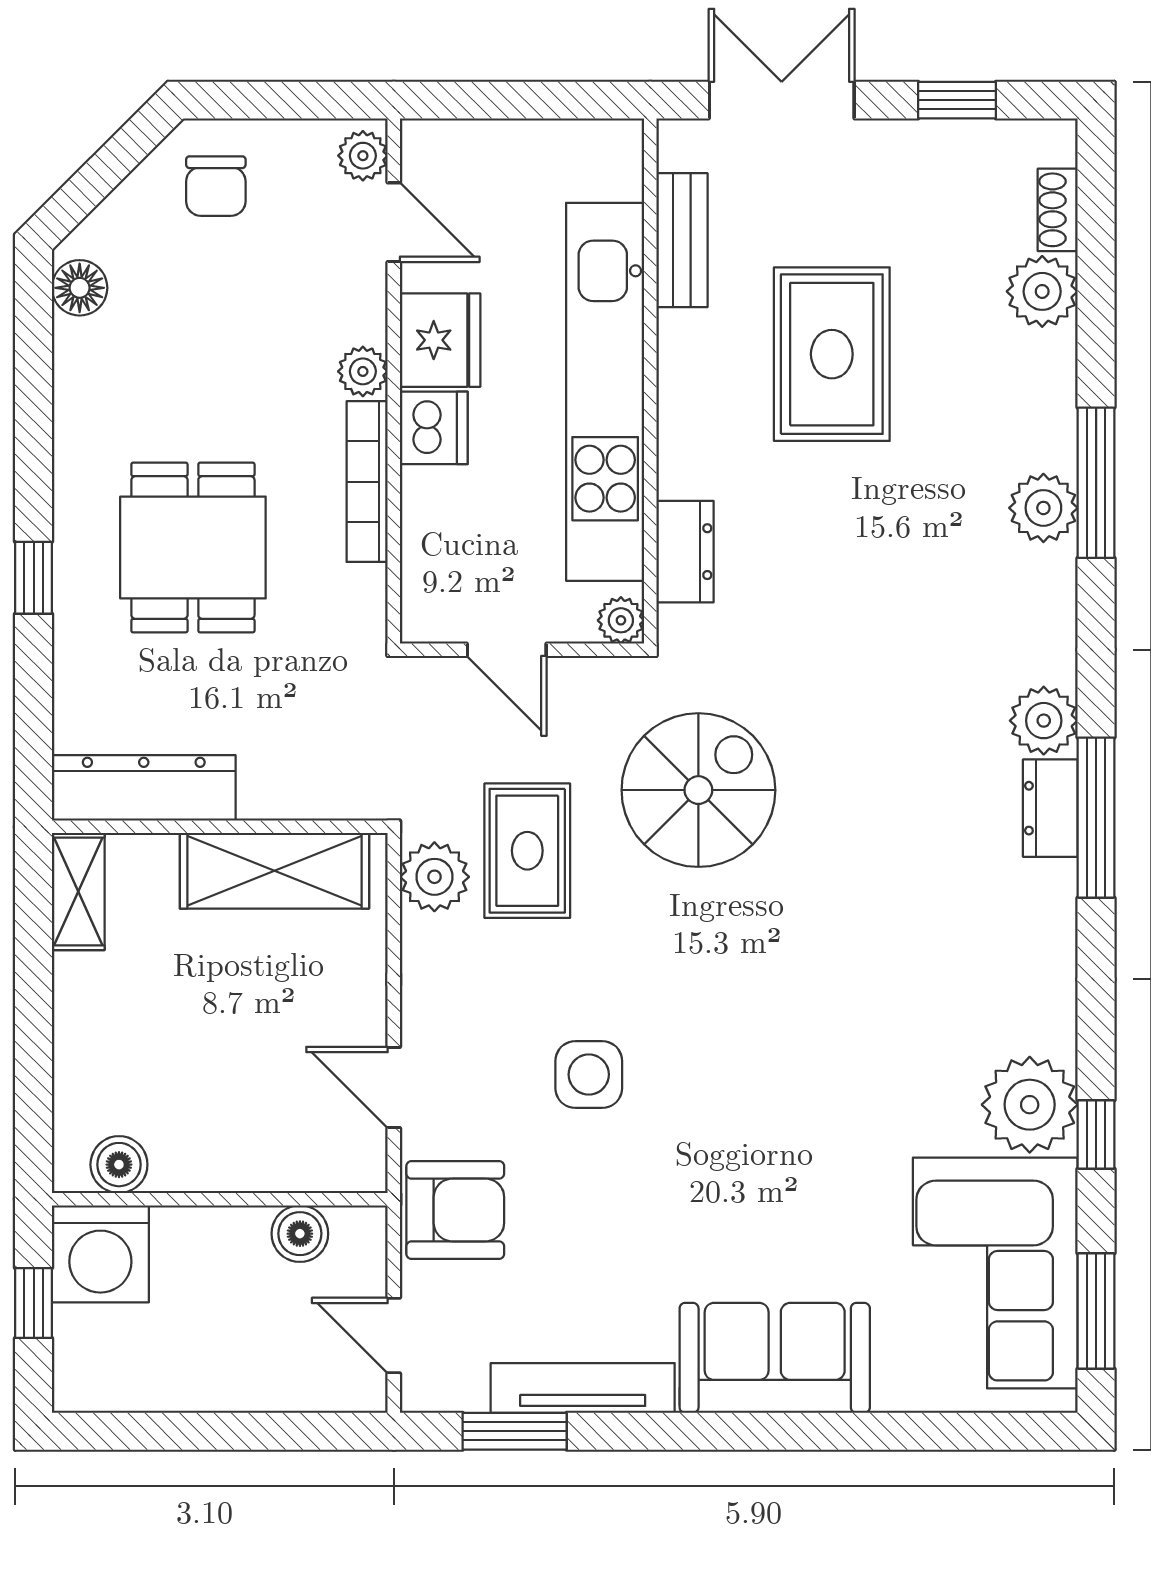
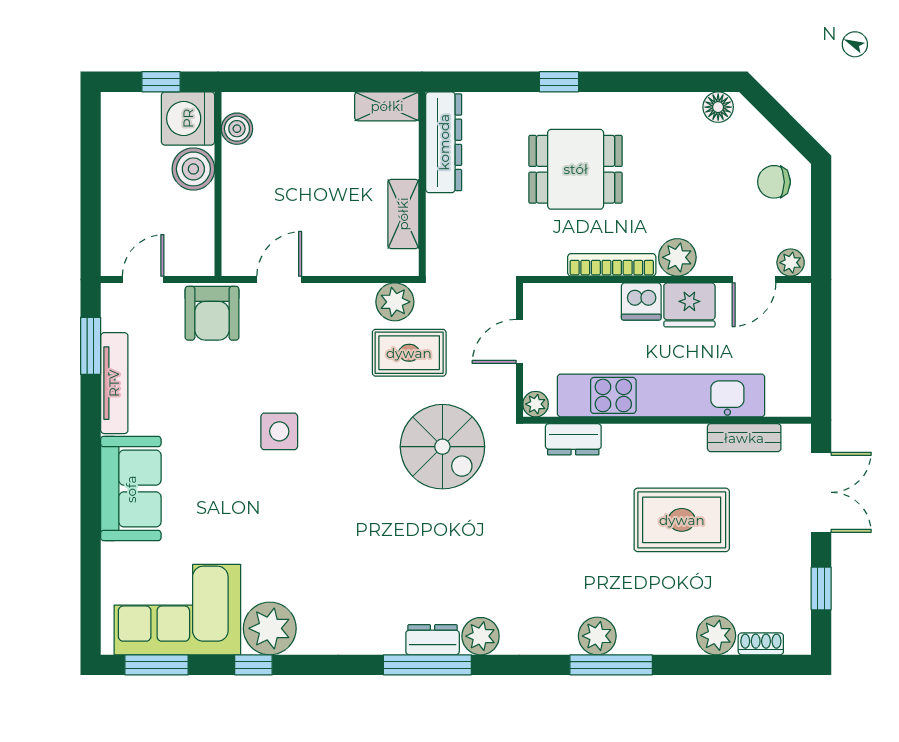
plant: (363, 371) -> (677, 257), width x1.38, depth x1.38
shelving: (274, 871) -> (403, 214), width x0.67, depth x0.75
side table: (589, 1075) -> (279, 431), moved
boiler: (300, 1234) -> (193, 169), moved, width x1.36, depth x1.36

